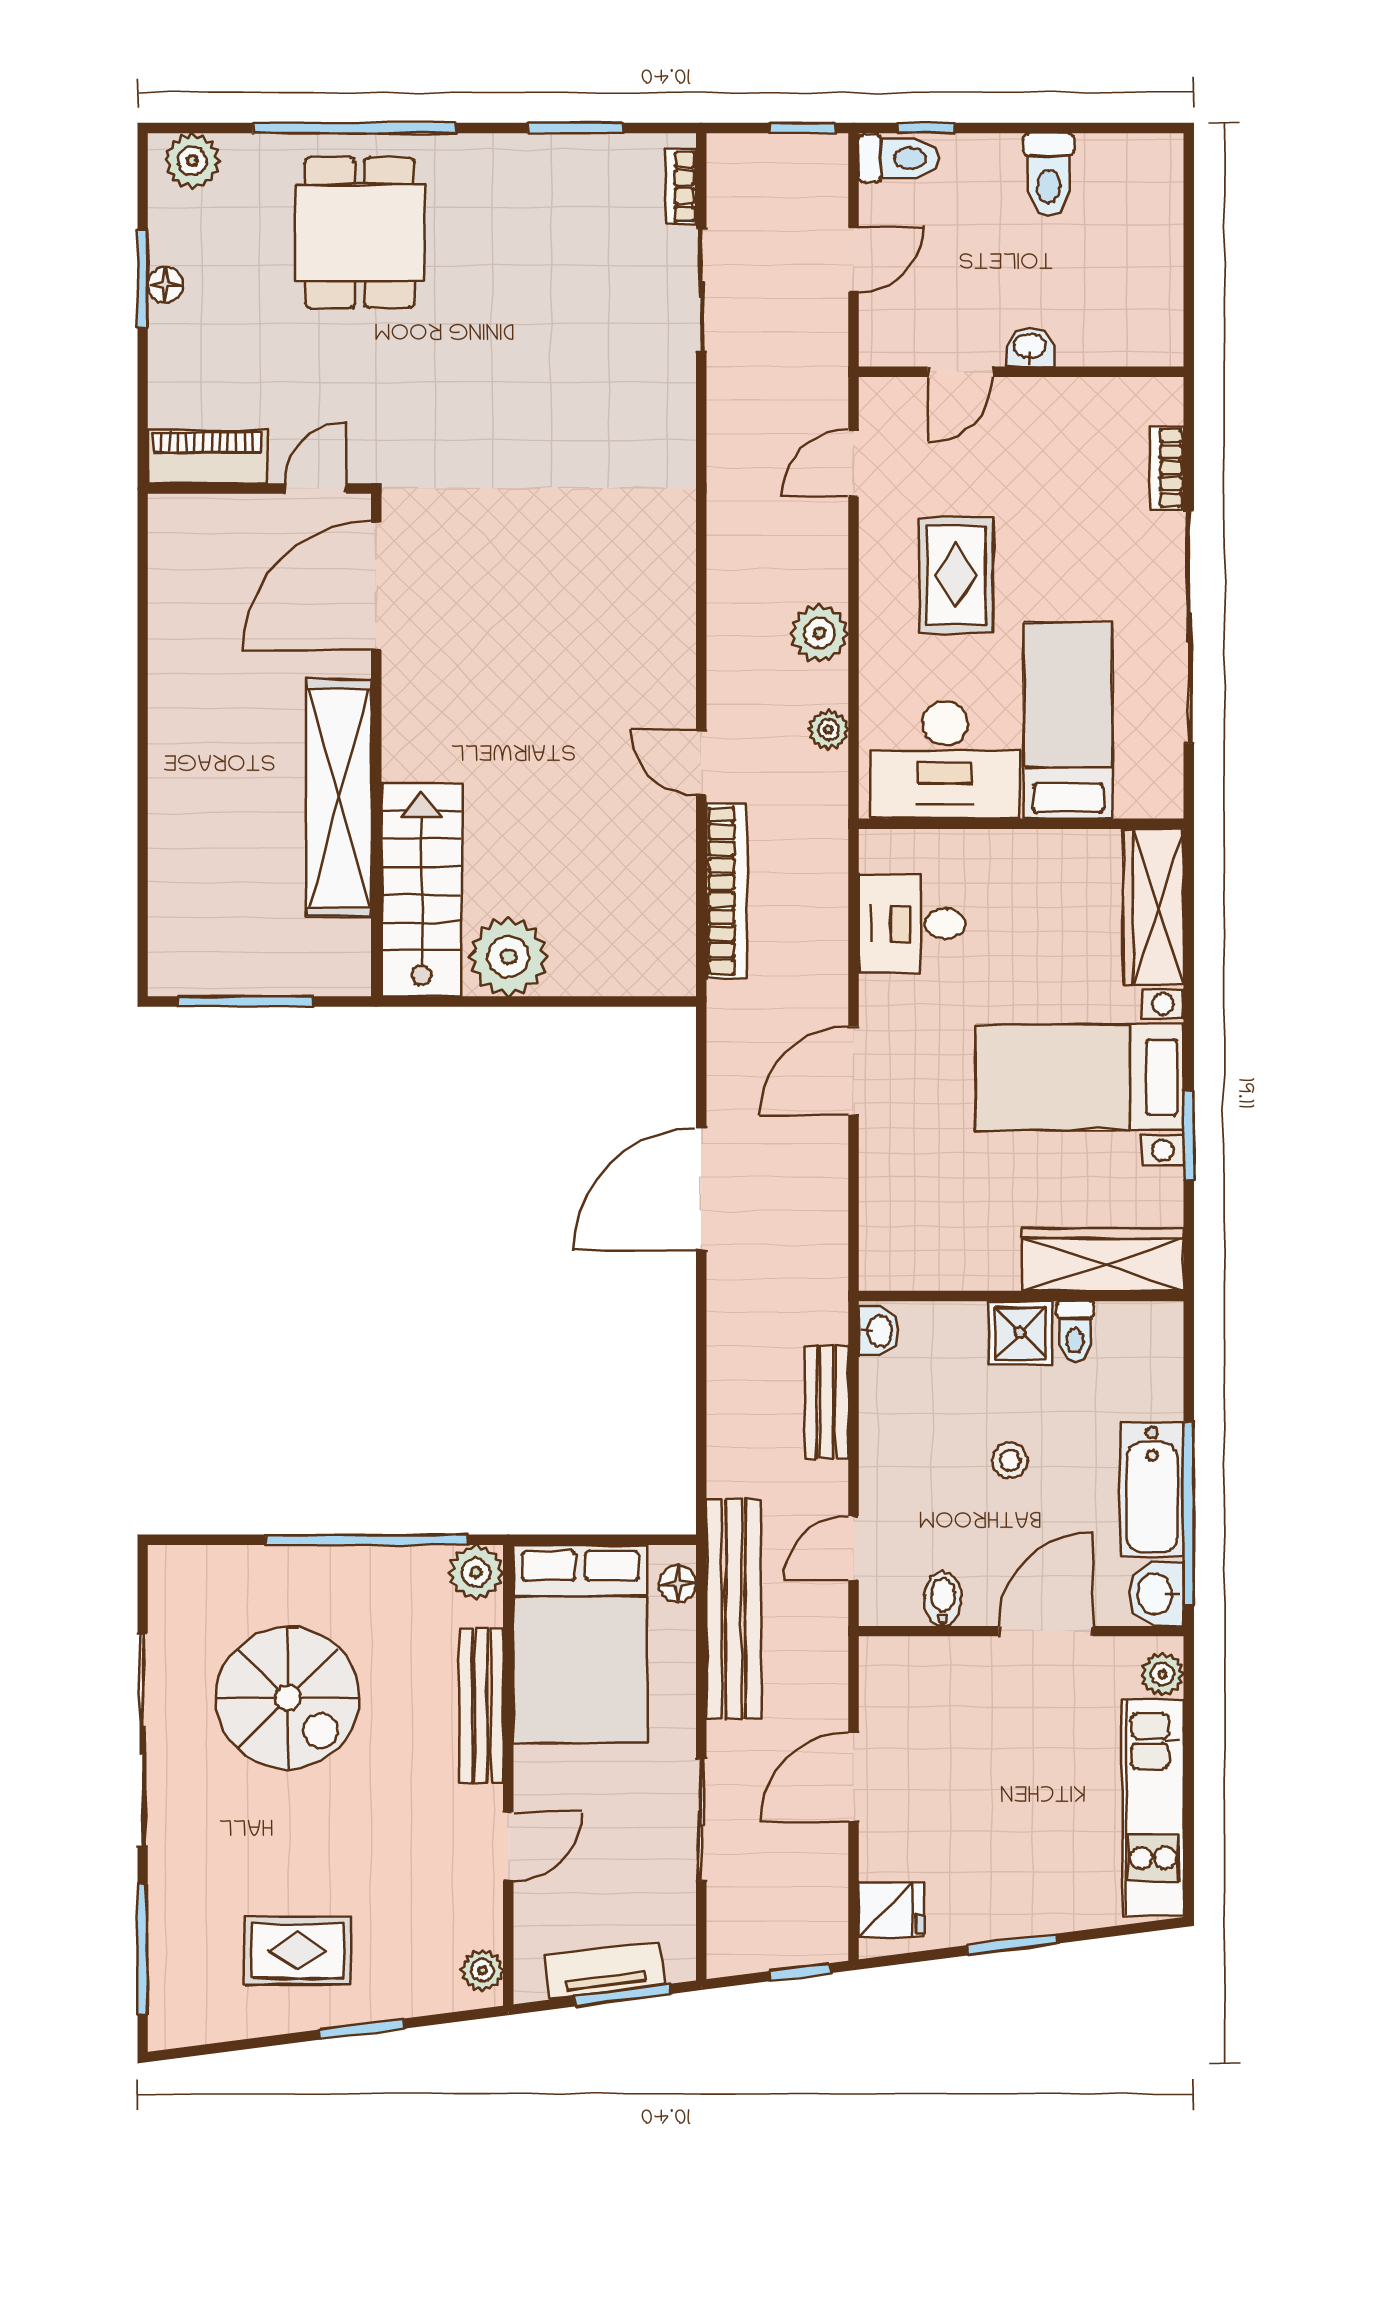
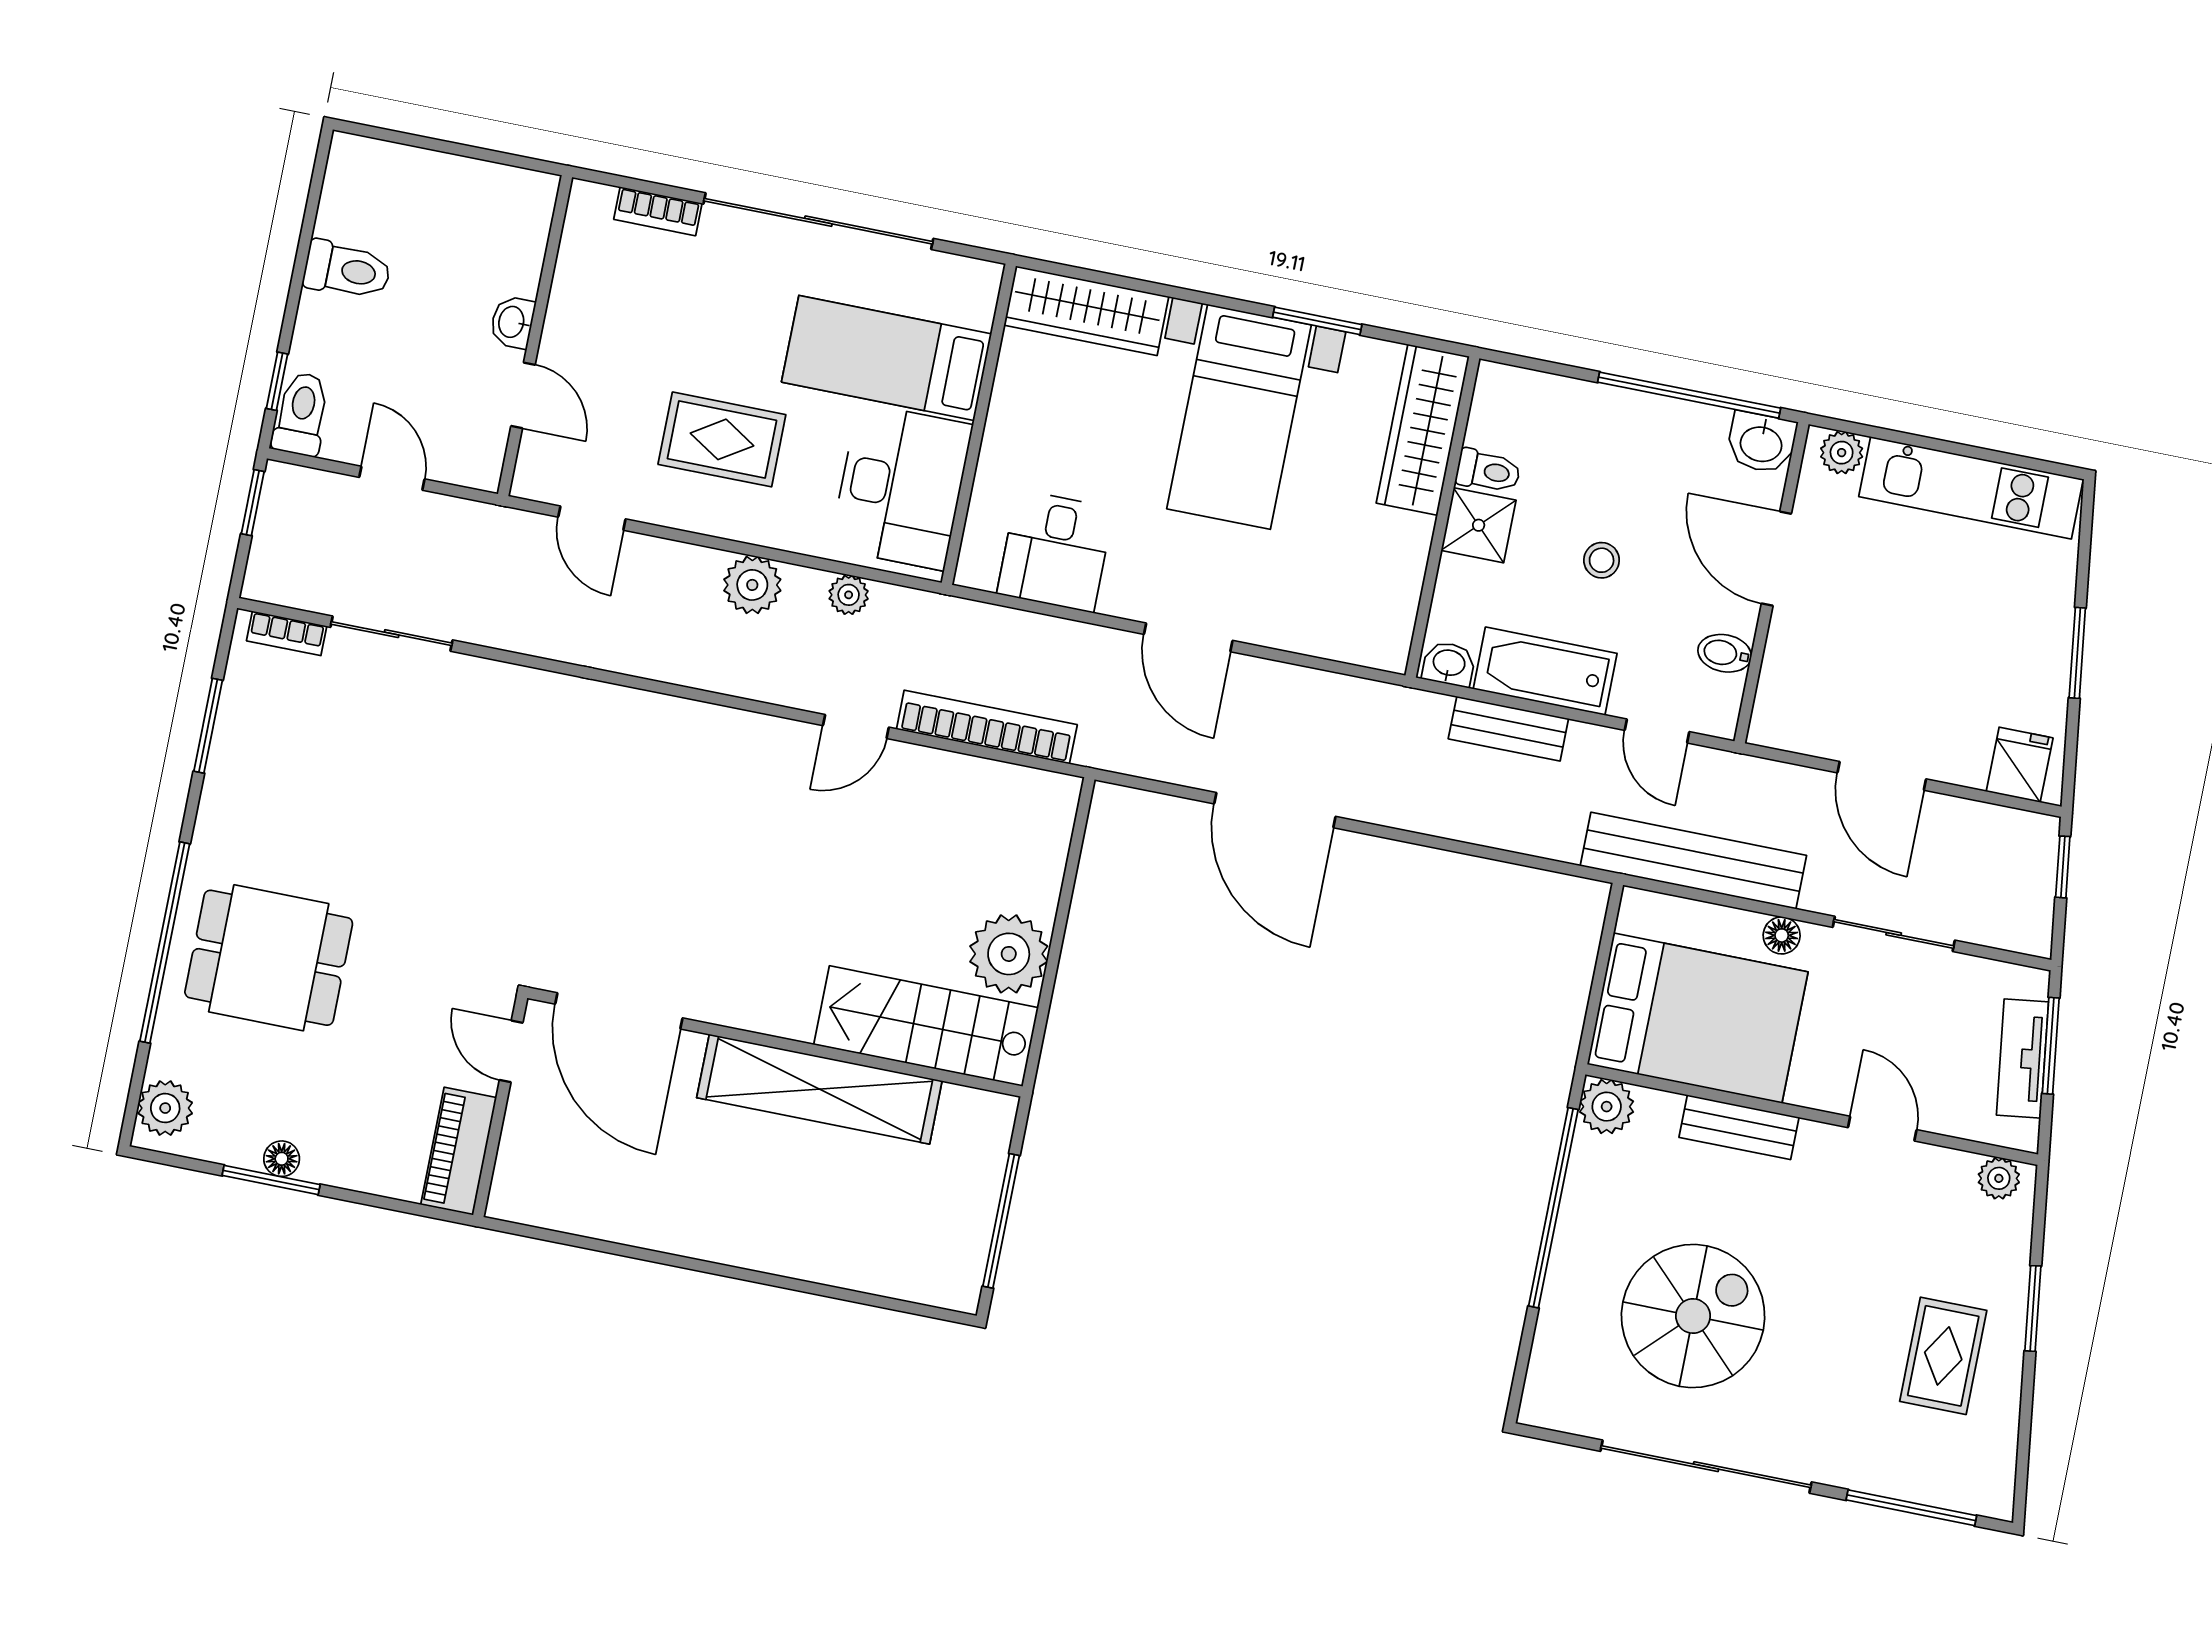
bathtub: (1152, 1490) -> (1545, 671), moved, turned 180
floor lamp: (678, 1584) -> (1782, 935), moved
bench: (481, 1706) -> (1739, 1127), width x0.73

